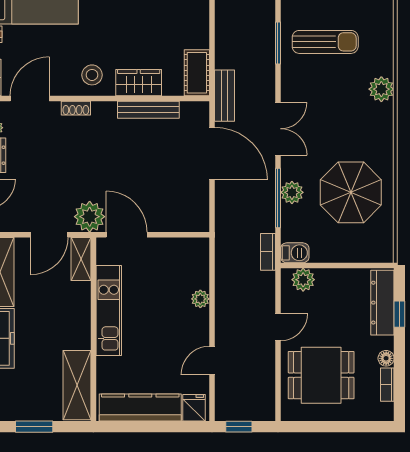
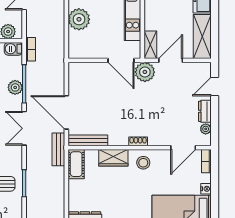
shoe rack: (76, 108) -> (138, 141), moved
bench: (148, 110) -> (88, 140), moved
plant: (200, 299) -> (79, 19), width x1.88, depth x1.88

